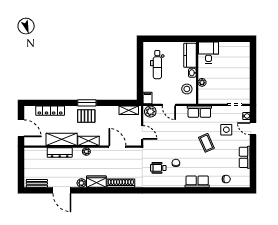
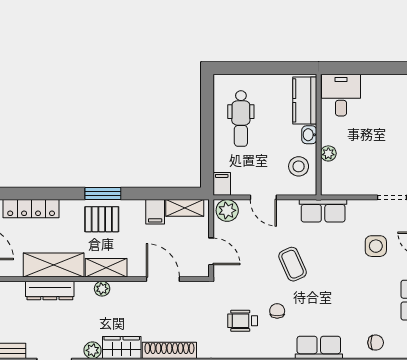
filing cabinet: (113, 112) -> (155, 212), added
coffee table: (206, 143) -> (293, 264), moved

